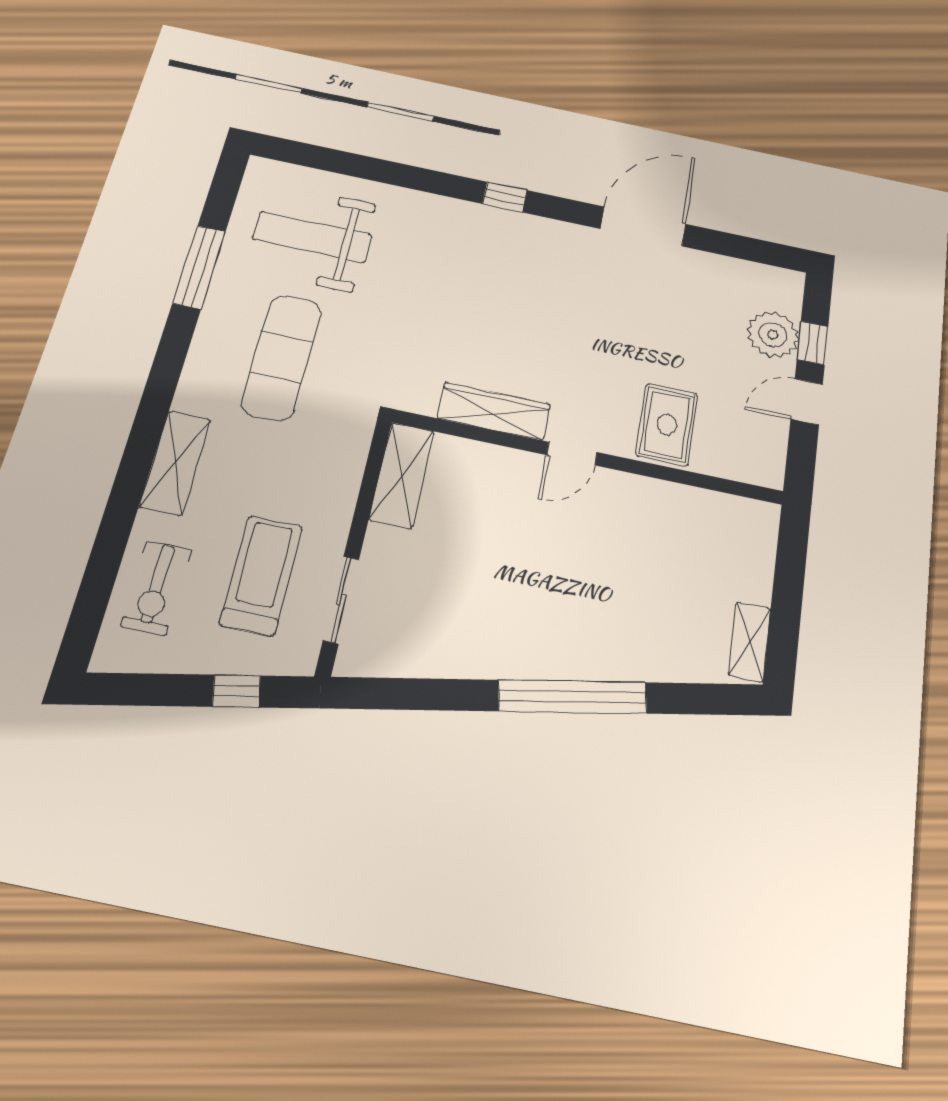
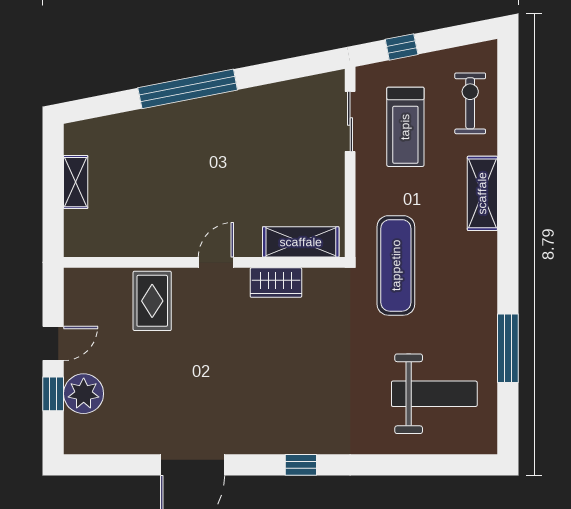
exercise mat: (282, 357) -> (396, 265), moved
wardrobe: (494, 411) -> (276, 283), width x0.67
shelving: (402, 475) -> (301, 242), moved, turned 90
shelving: (750, 642) -> (76, 182), moved

